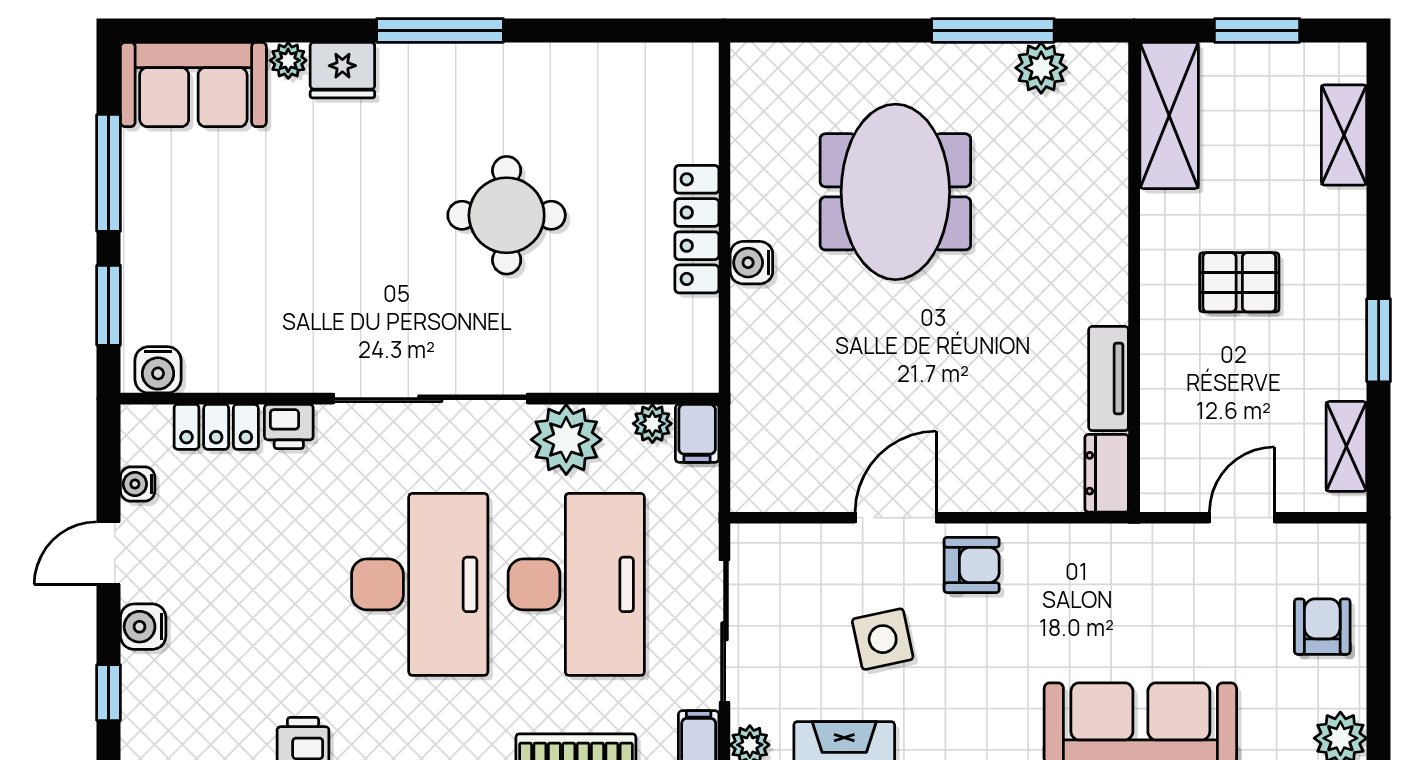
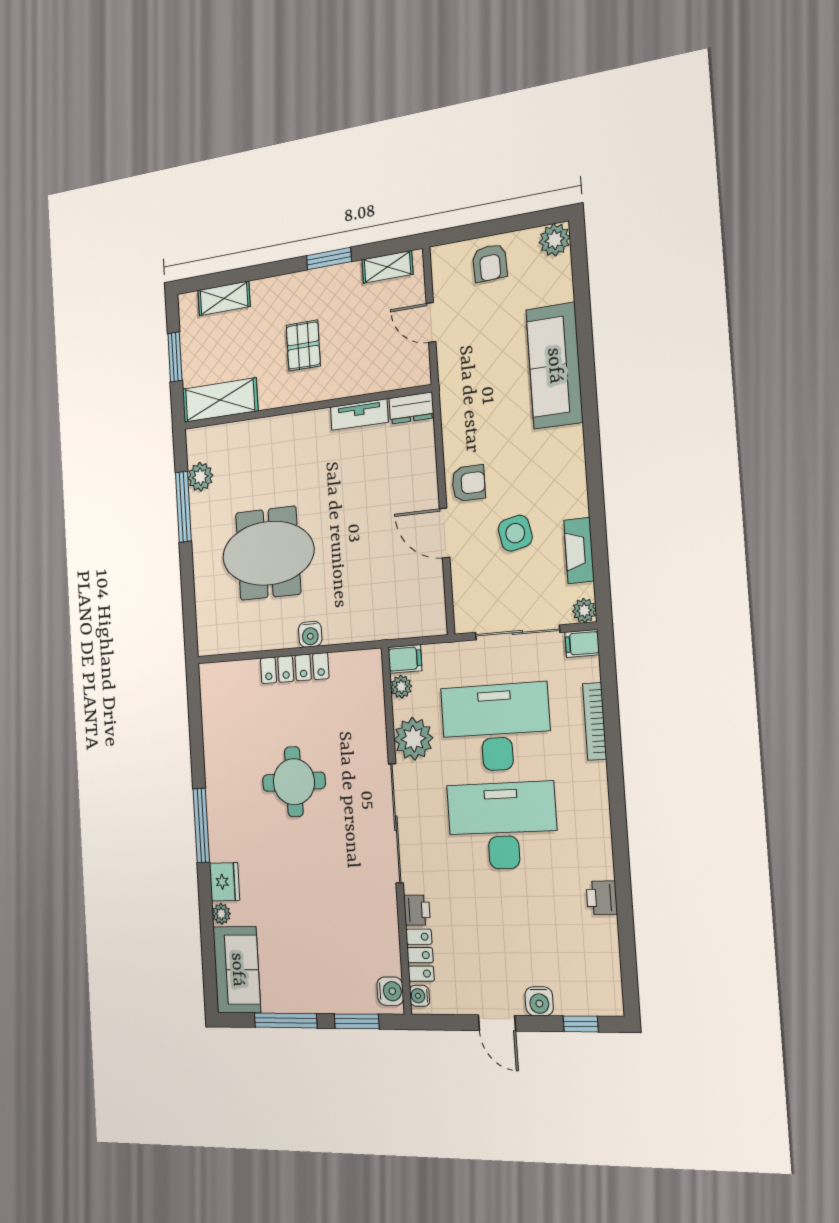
water cooler: (138, 484) -> (419, 996), moved, turned 90
armchair: (972, 565) -> (469, 483), turned 90
armchair: (1322, 627) -> (490, 263), turned -92

